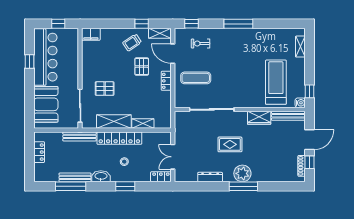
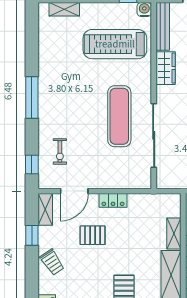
trolley: (132, 43) -> (52, 262), moved
exercise mat: (196, 78) -> (119, 116), moved, width x1.36, depth x1.45

